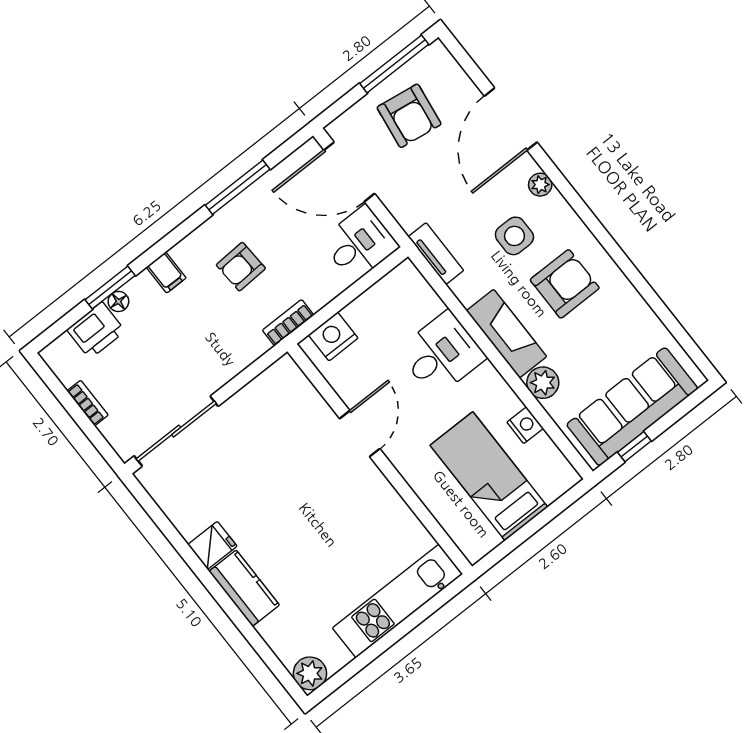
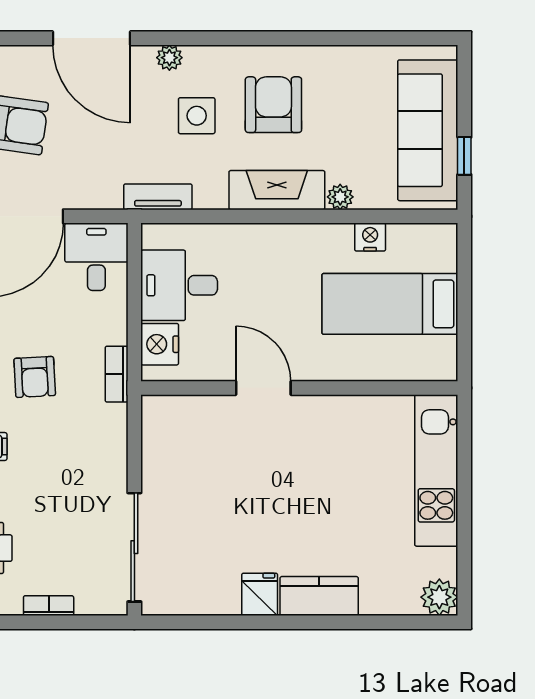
desk: (442, 354) -> (179, 285), moved, turned -90
plant: (543, 383) -> (340, 197), width x0.73, depth x0.73

